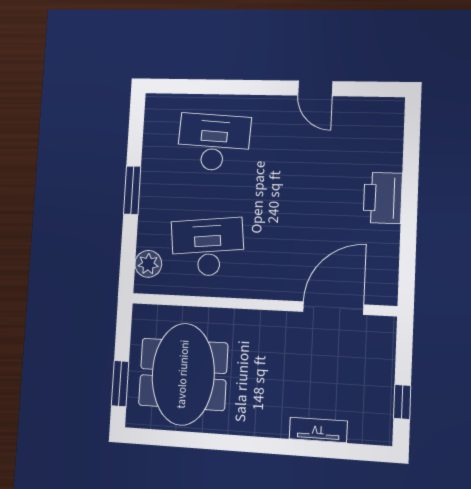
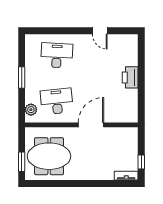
door: (333, 308) -> (91, 125), moved
meeting table: (183, 374) -> (49, 156), turned 90
tv unit: (318, 430) -> (126, 176), moved

